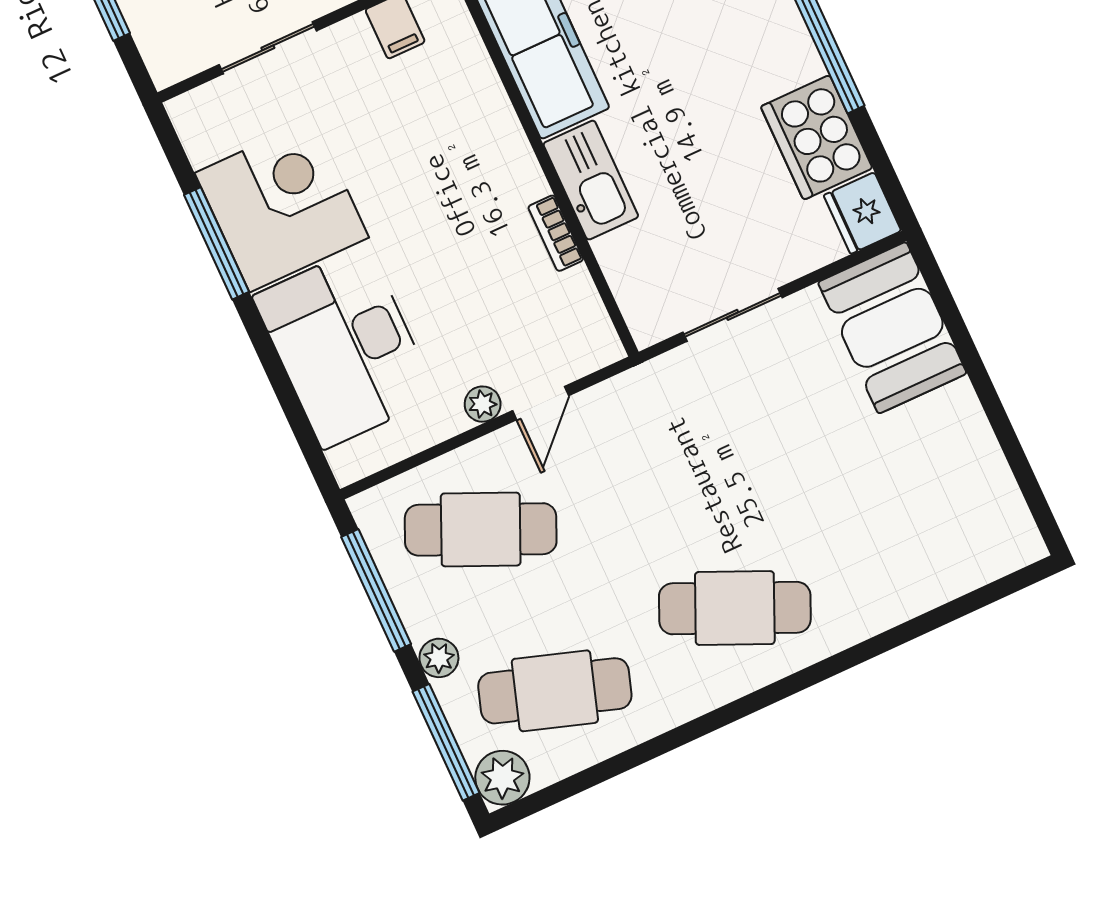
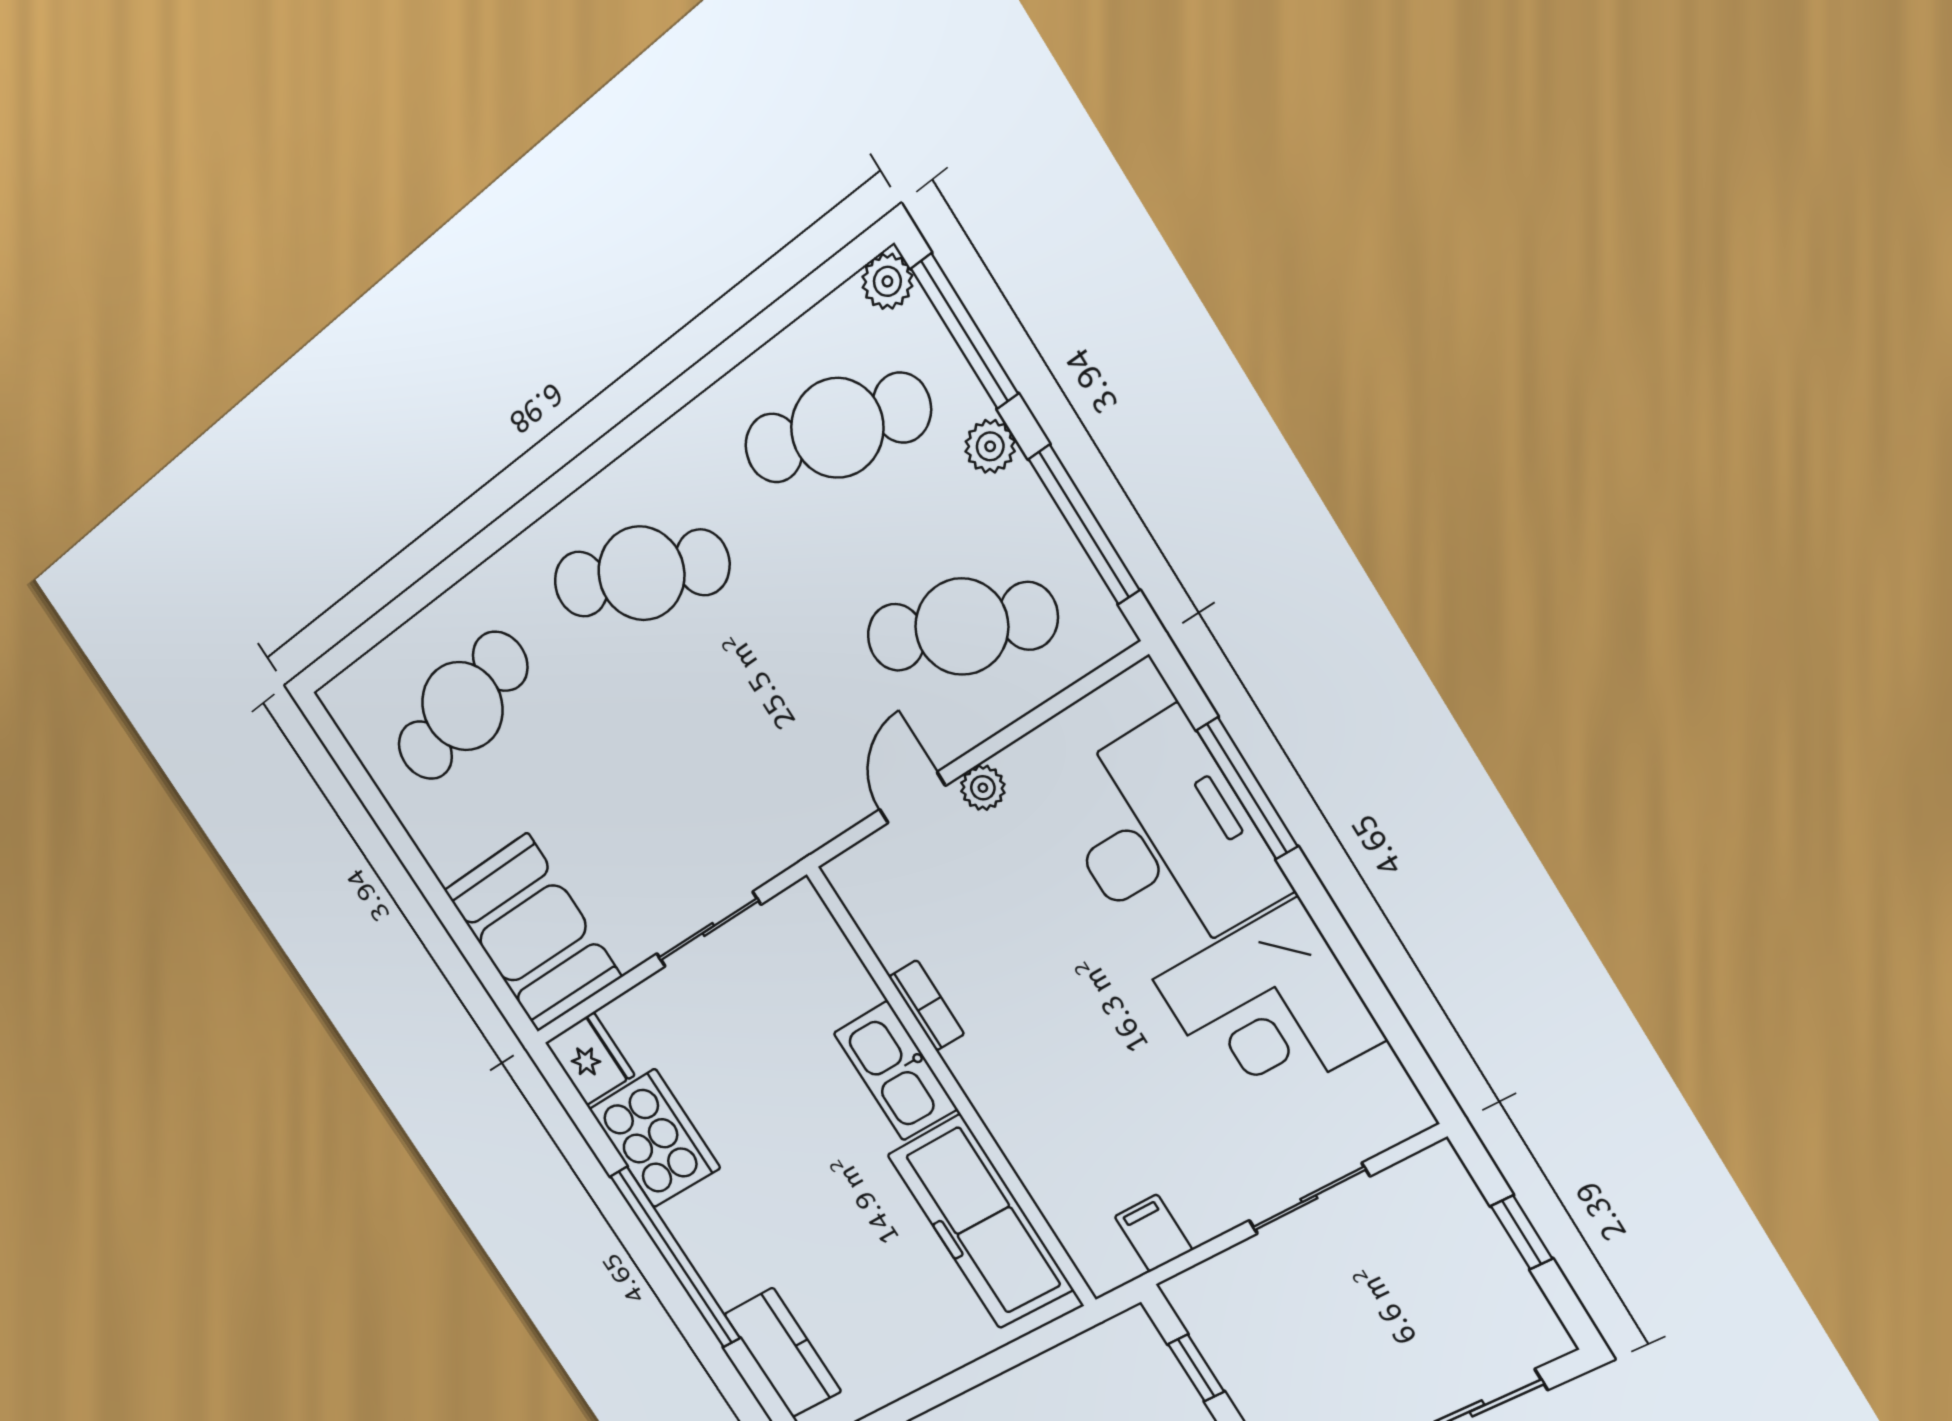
window: (217, 243) -> (1247, 788), moved
cafe table: (915, 525) -> (462, 706), added
plant: (502, 778) -> (887, 281), width x0.73, depth x0.73

